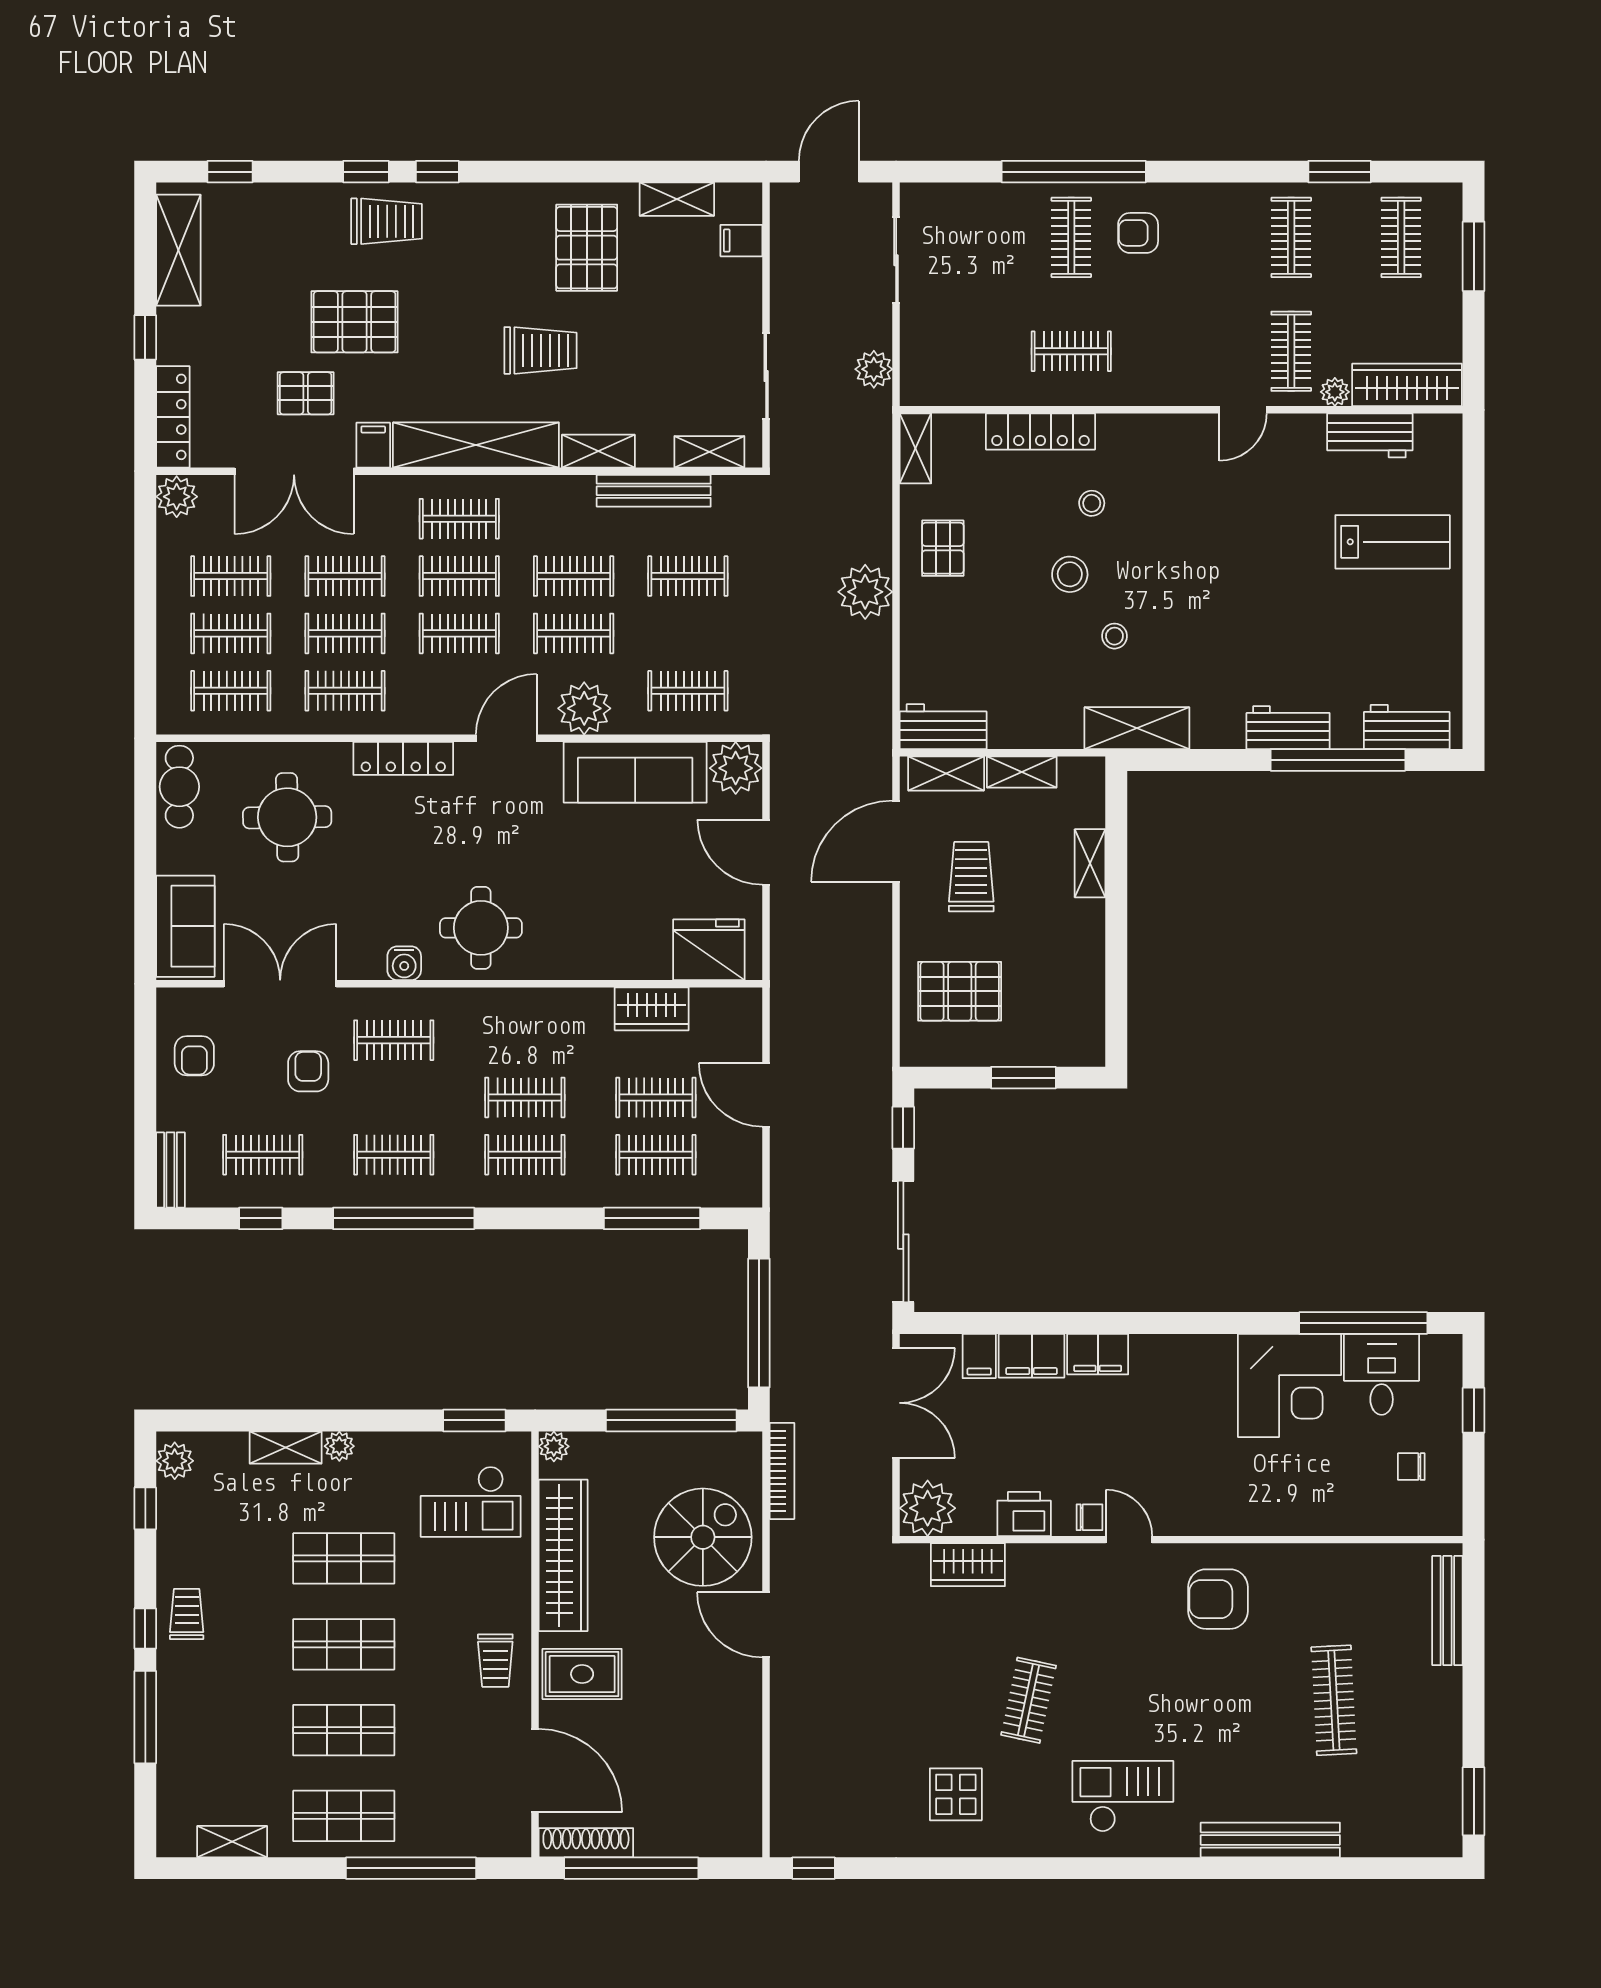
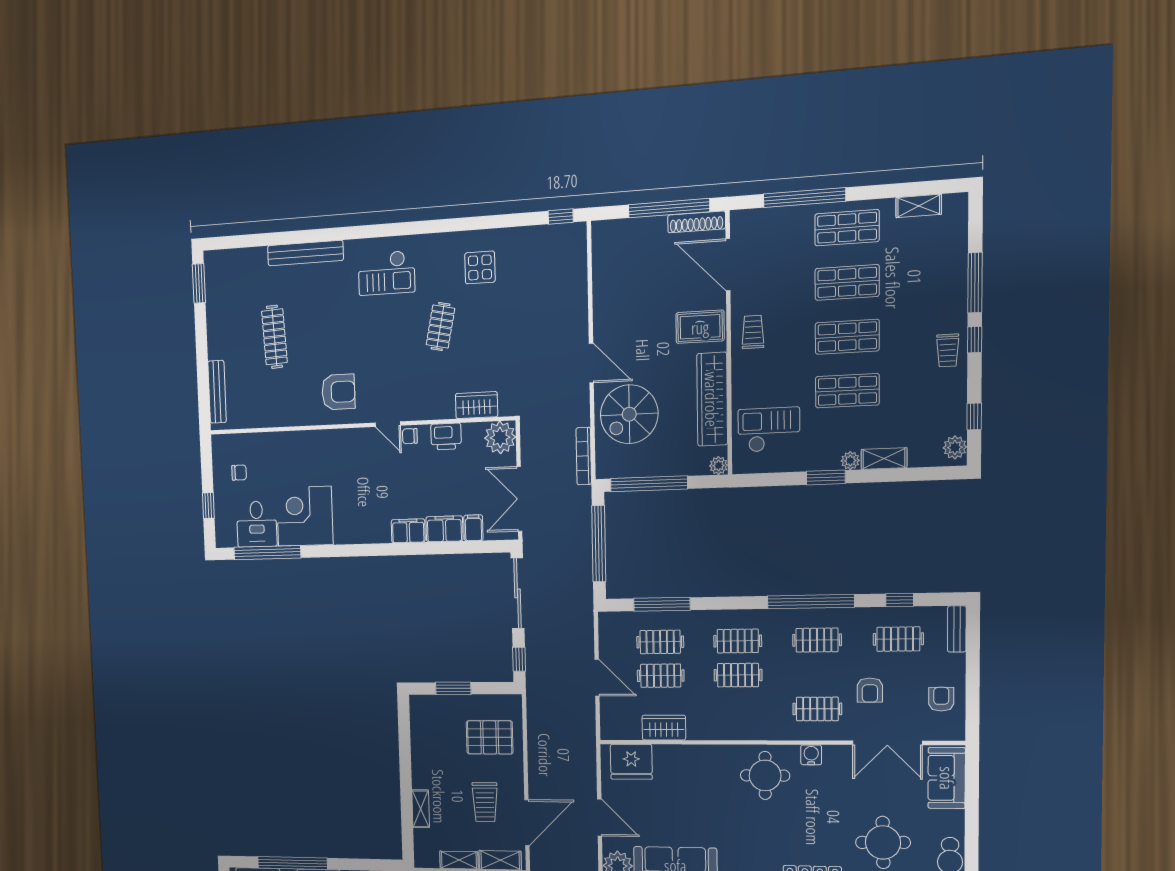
window: (474, 1420) -> (826, 477), moved

